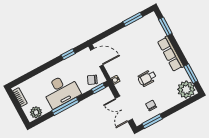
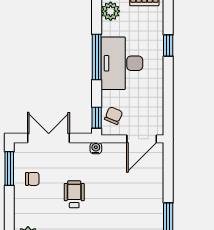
window: (68, 54) -> (168, 46), moved

